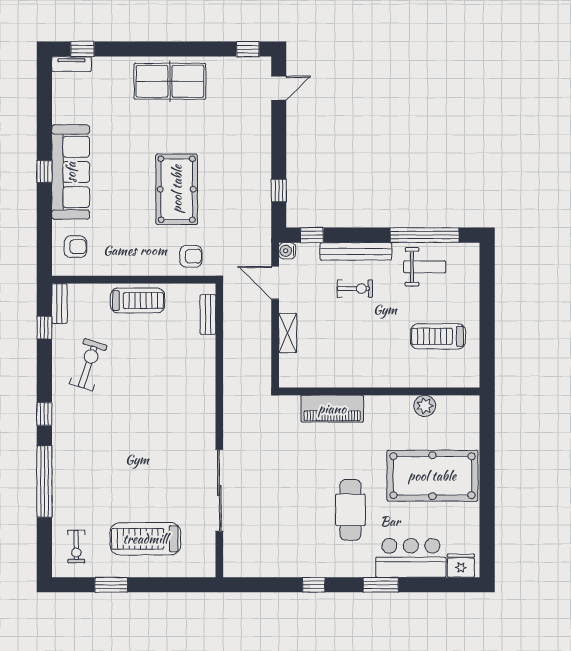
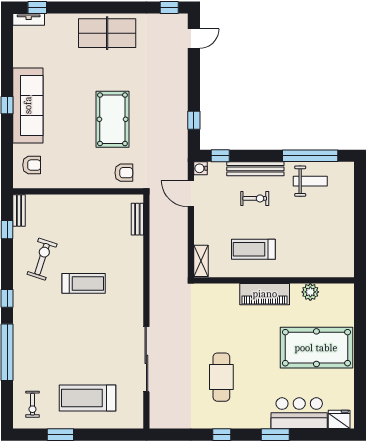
treadmill: (137, 301) -> (84, 283), moved
shelving: (288, 333) -> (201, 261), moved
treadmill: (438, 336) -> (253, 249), moved
piano: (332, 409) -> (265, 294), moved
cafe table: (350, 510) -> (221, 377), moved

